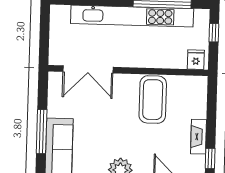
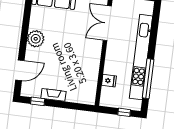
fridge: (196, 60) -> (109, 81), moved
coffee table: (153, 100) -> (82, 66), removed

